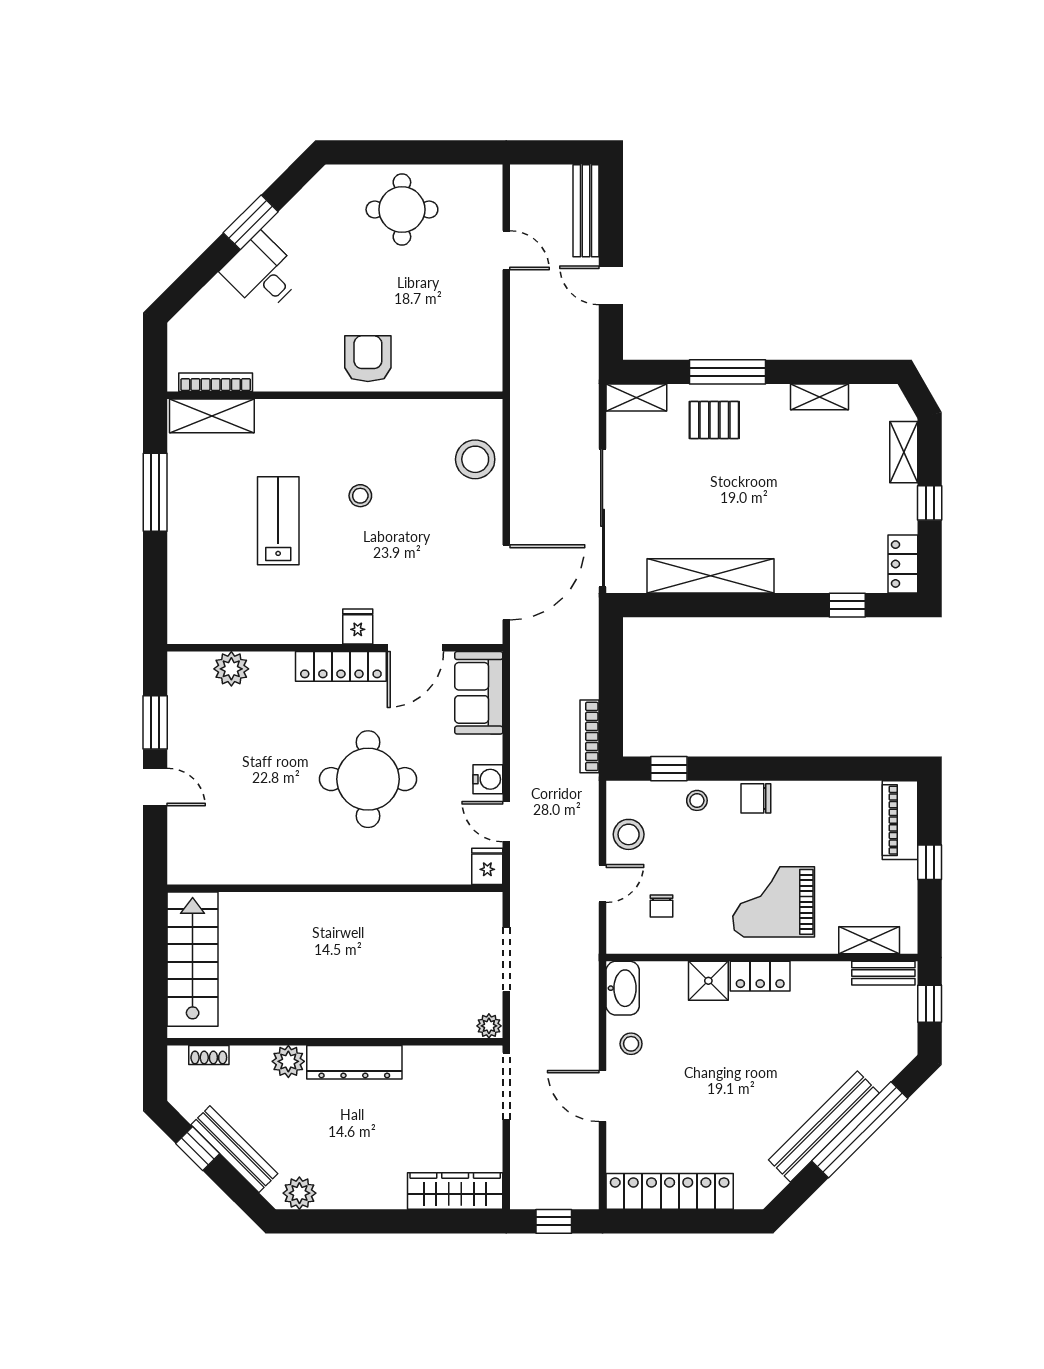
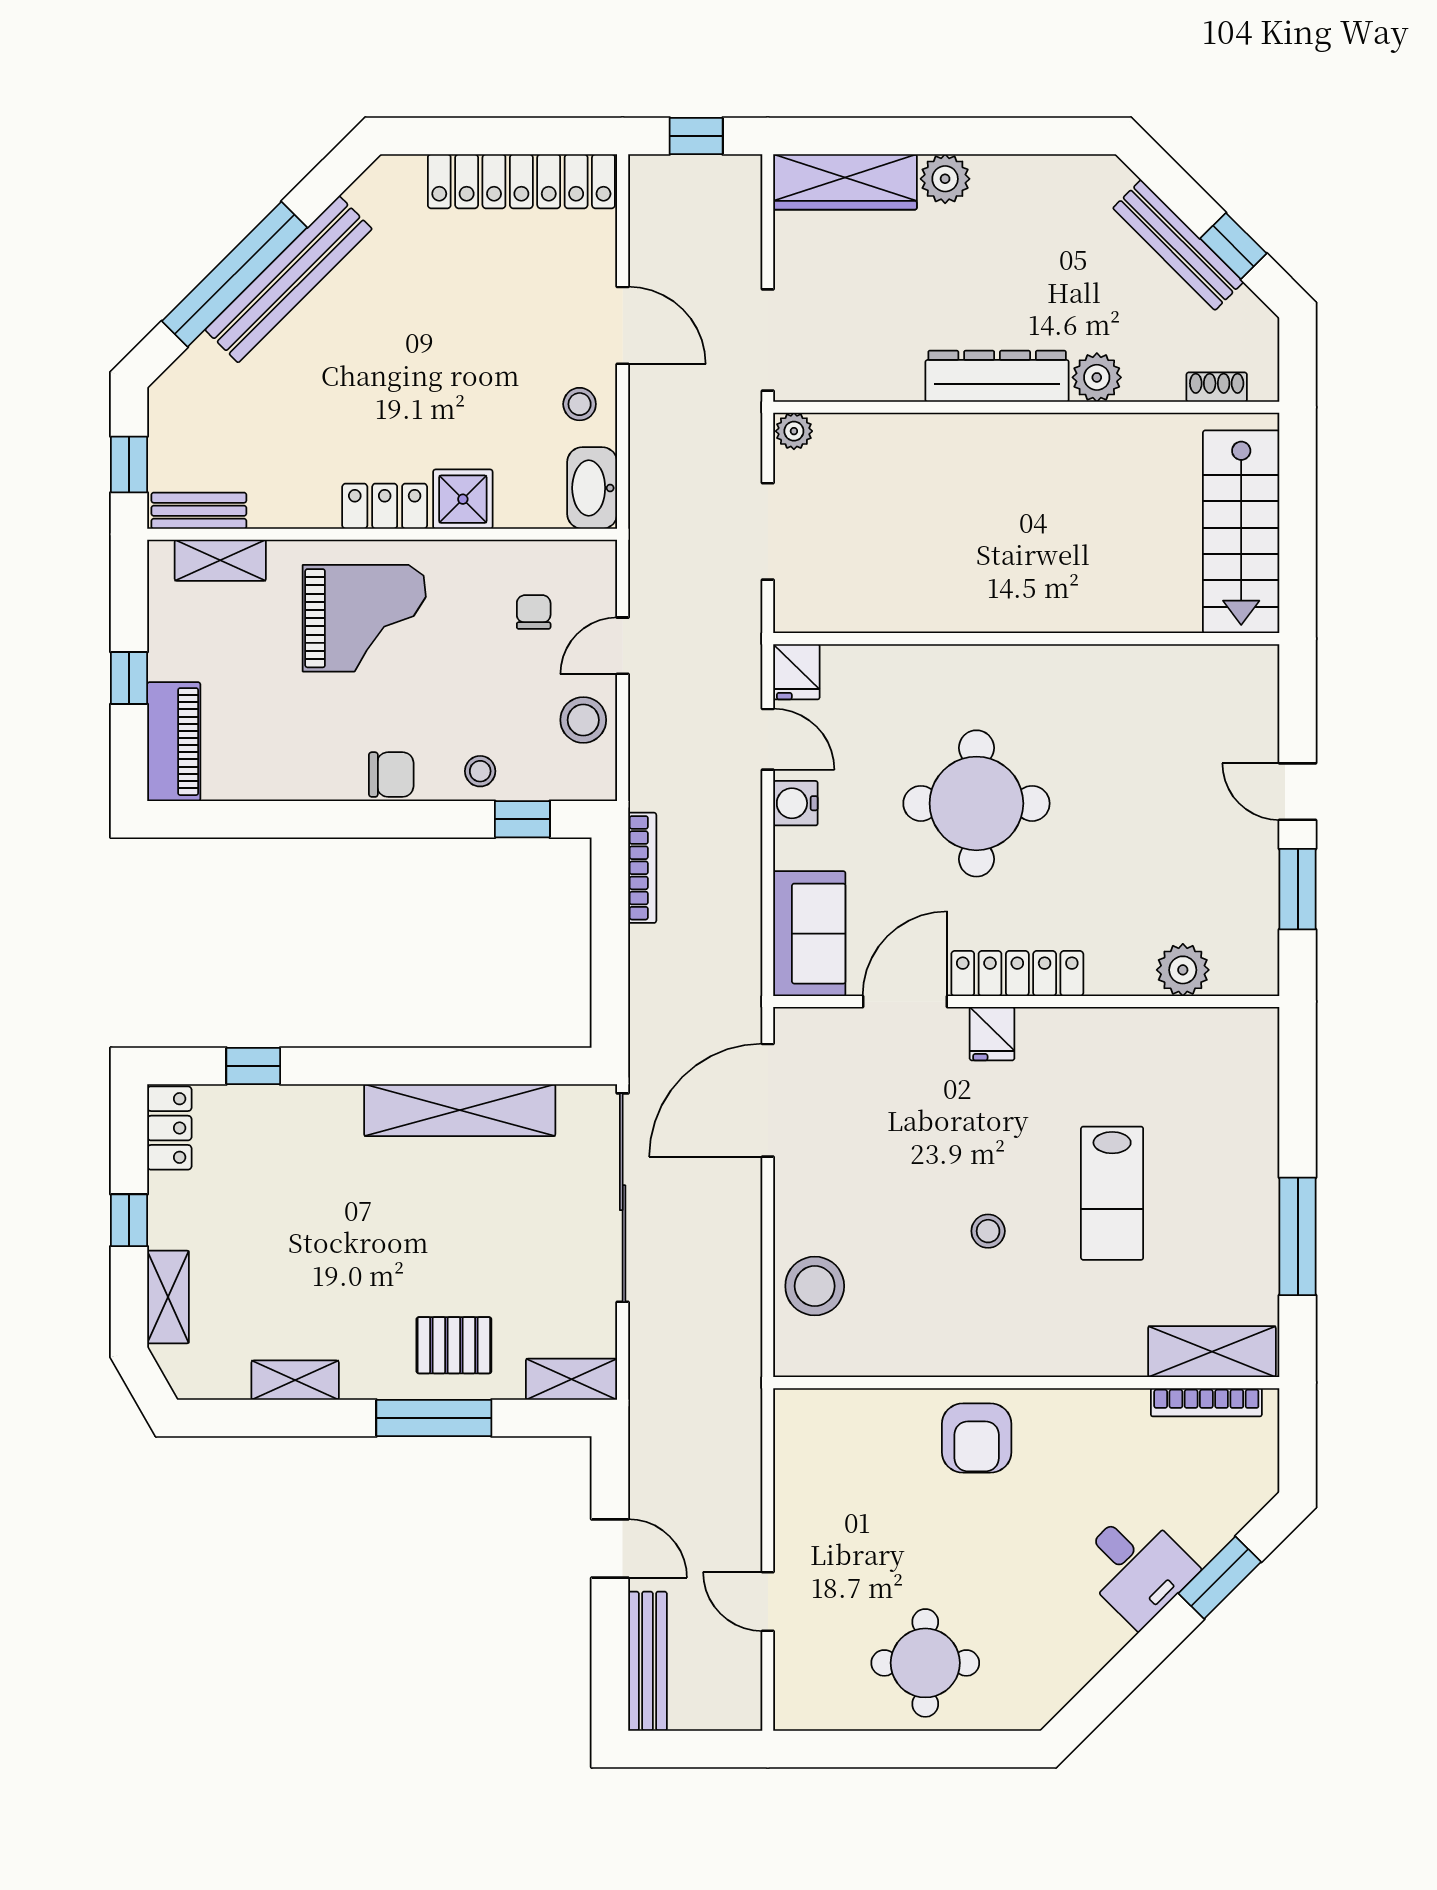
window: (251, 222) -> (1220, 1578), moved
plant: (299, 1193) -> (945, 179), moved

